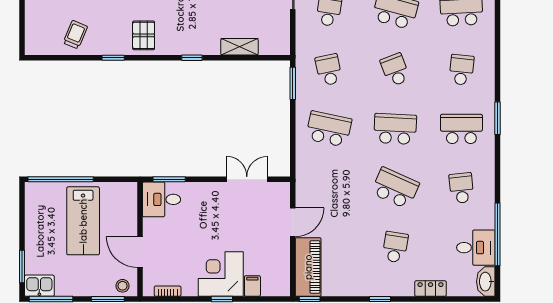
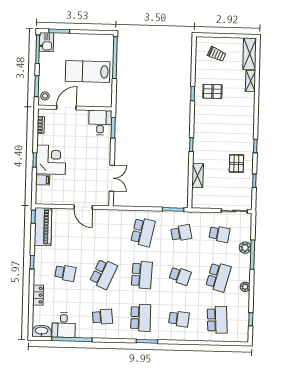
trolley: (75, 35) -> (217, 54), moved
pallet: (144, 35) -> (212, 91), moved
school desk: (395, 70) -> (180, 276), turned 39
piano: (308, 267) -> (43, 227), moved, turned -90

